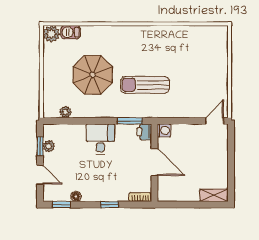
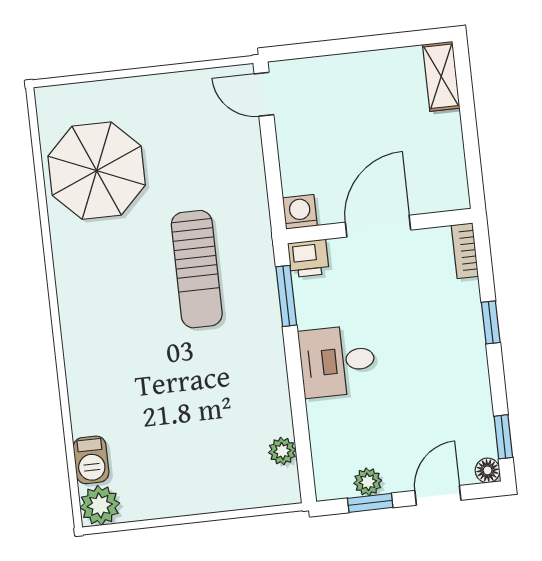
parasol: (93, 75) -> (97, 171), moved
floor lamp: (76, 196) -> (488, 470), moved

